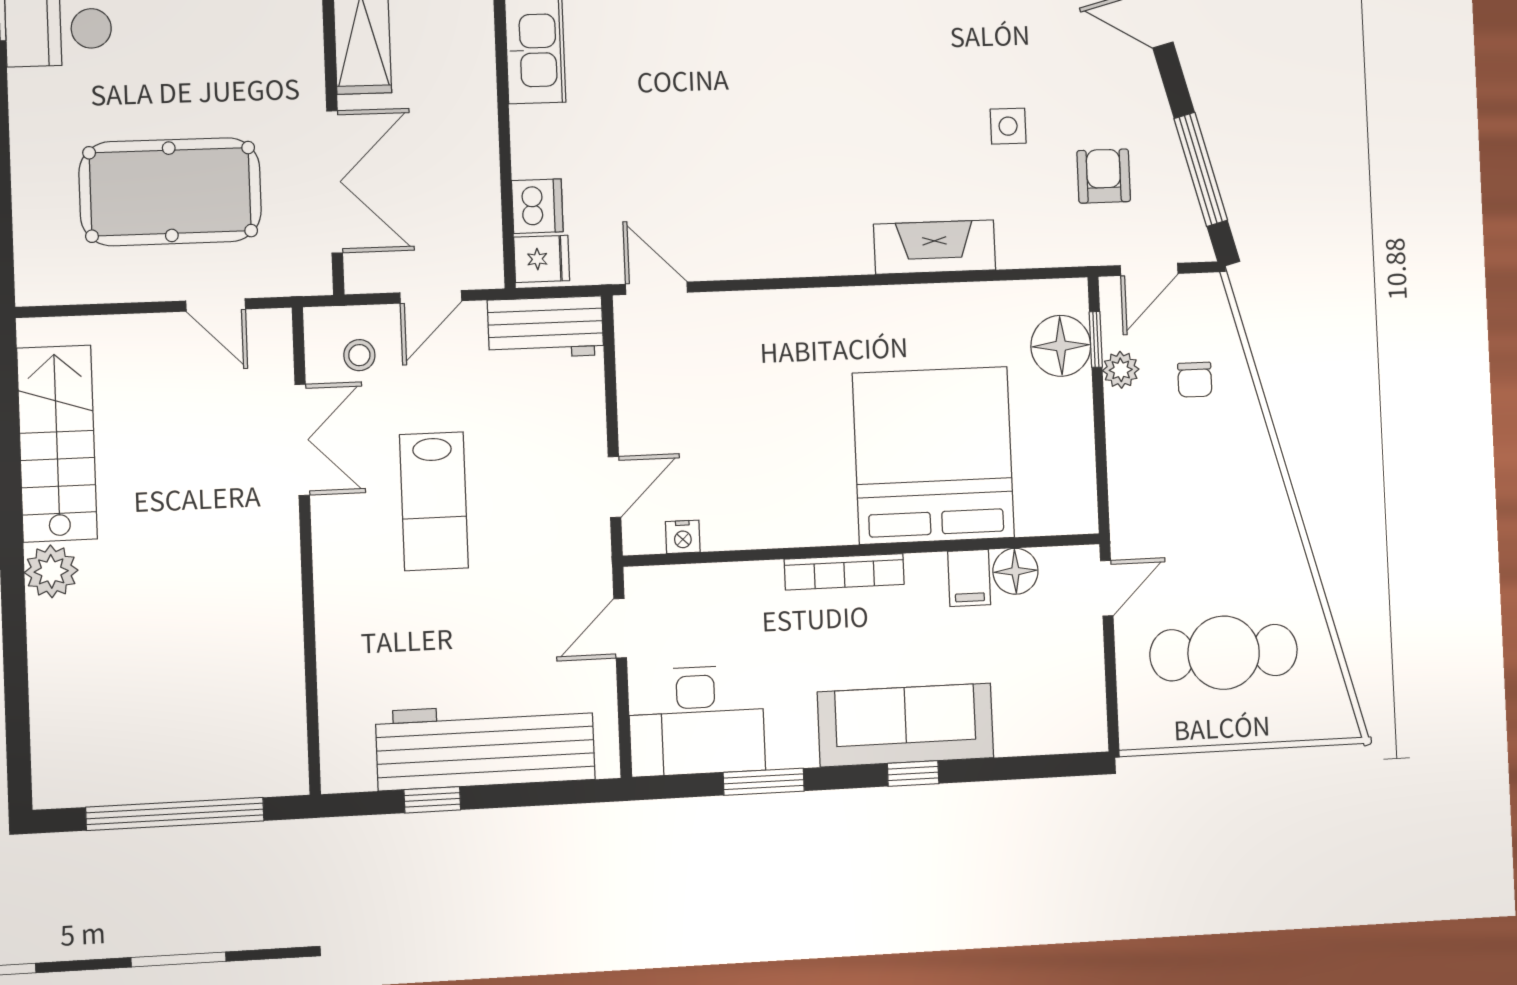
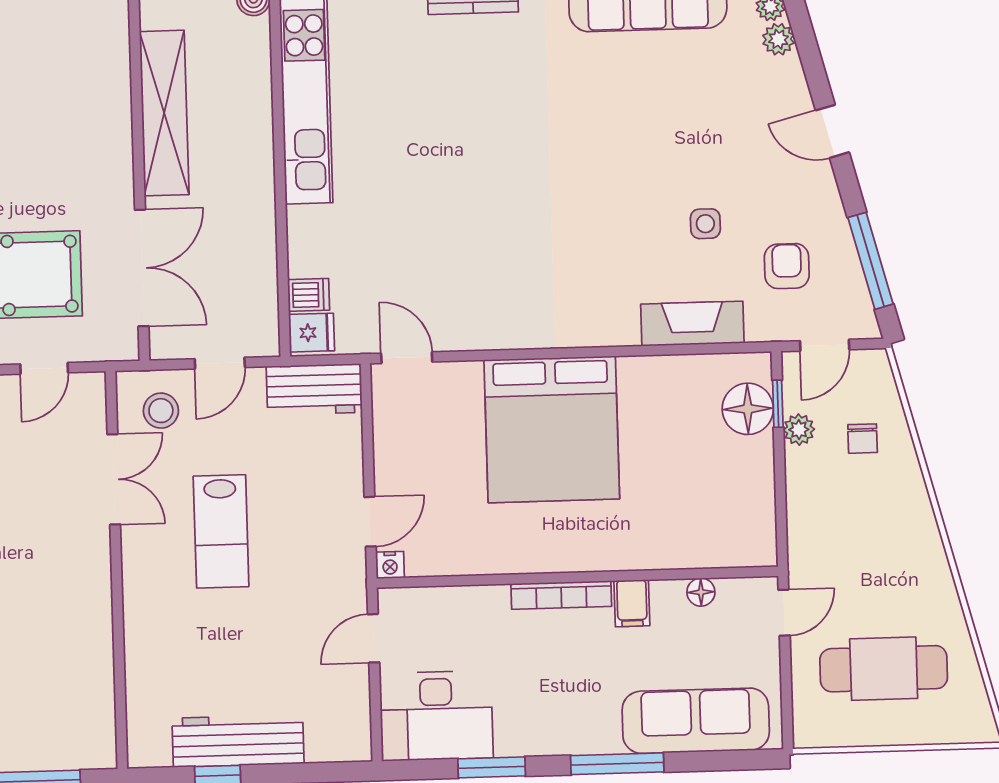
dishwasher: (537, 206) -> (309, 295), width x0.73
fireplace: (935, 247) -> (692, 324), moved
door: (216, 305) -> (44, 368), hinge flipped
stool: (359, 355) -> (161, 411), width x1.37, depth x1.37
bed: (933, 455) -> (552, 429), moved, turned 180
nightstand: (683, 537) -> (390, 565), moved
floor lamp: (1015, 571) -> (701, 592), width x0.73, depth x0.73
filing cabinet: (969, 578) -> (632, 603), moved
sofa: (906, 725) -> (696, 721), moved
workbench: (485, 746) -> (238, 741), width x0.73, depth x0.76
window: (913, 774) -> (617, 764), width x2.17

